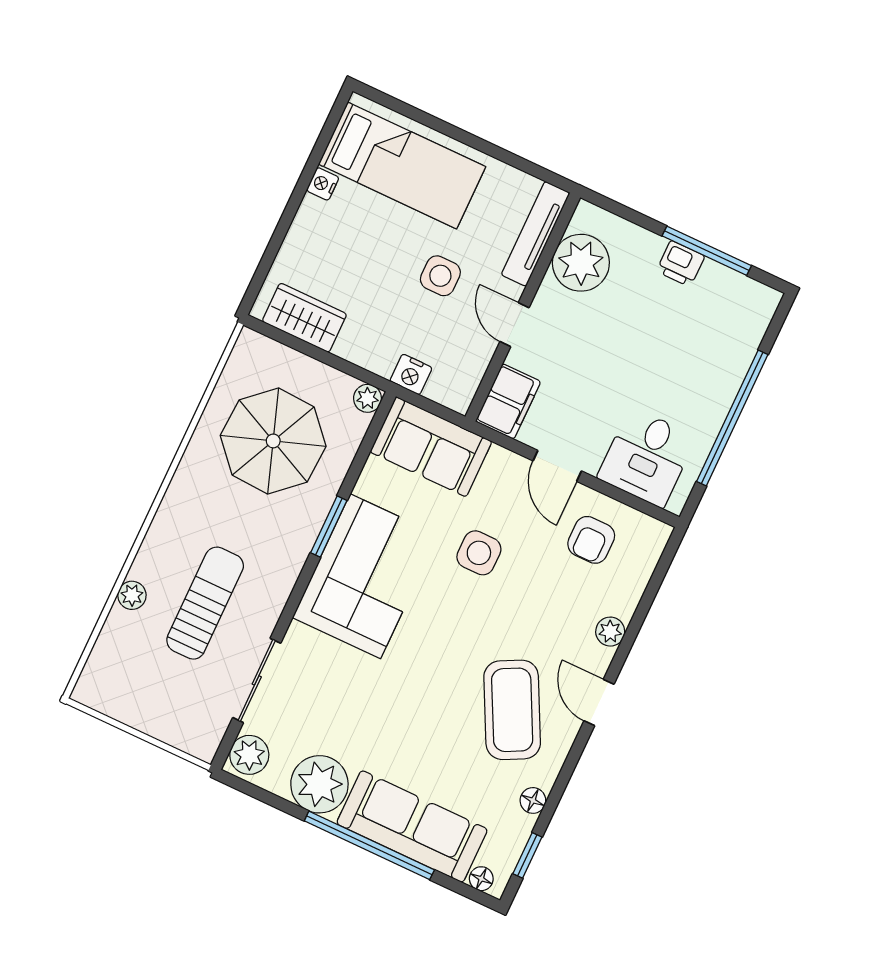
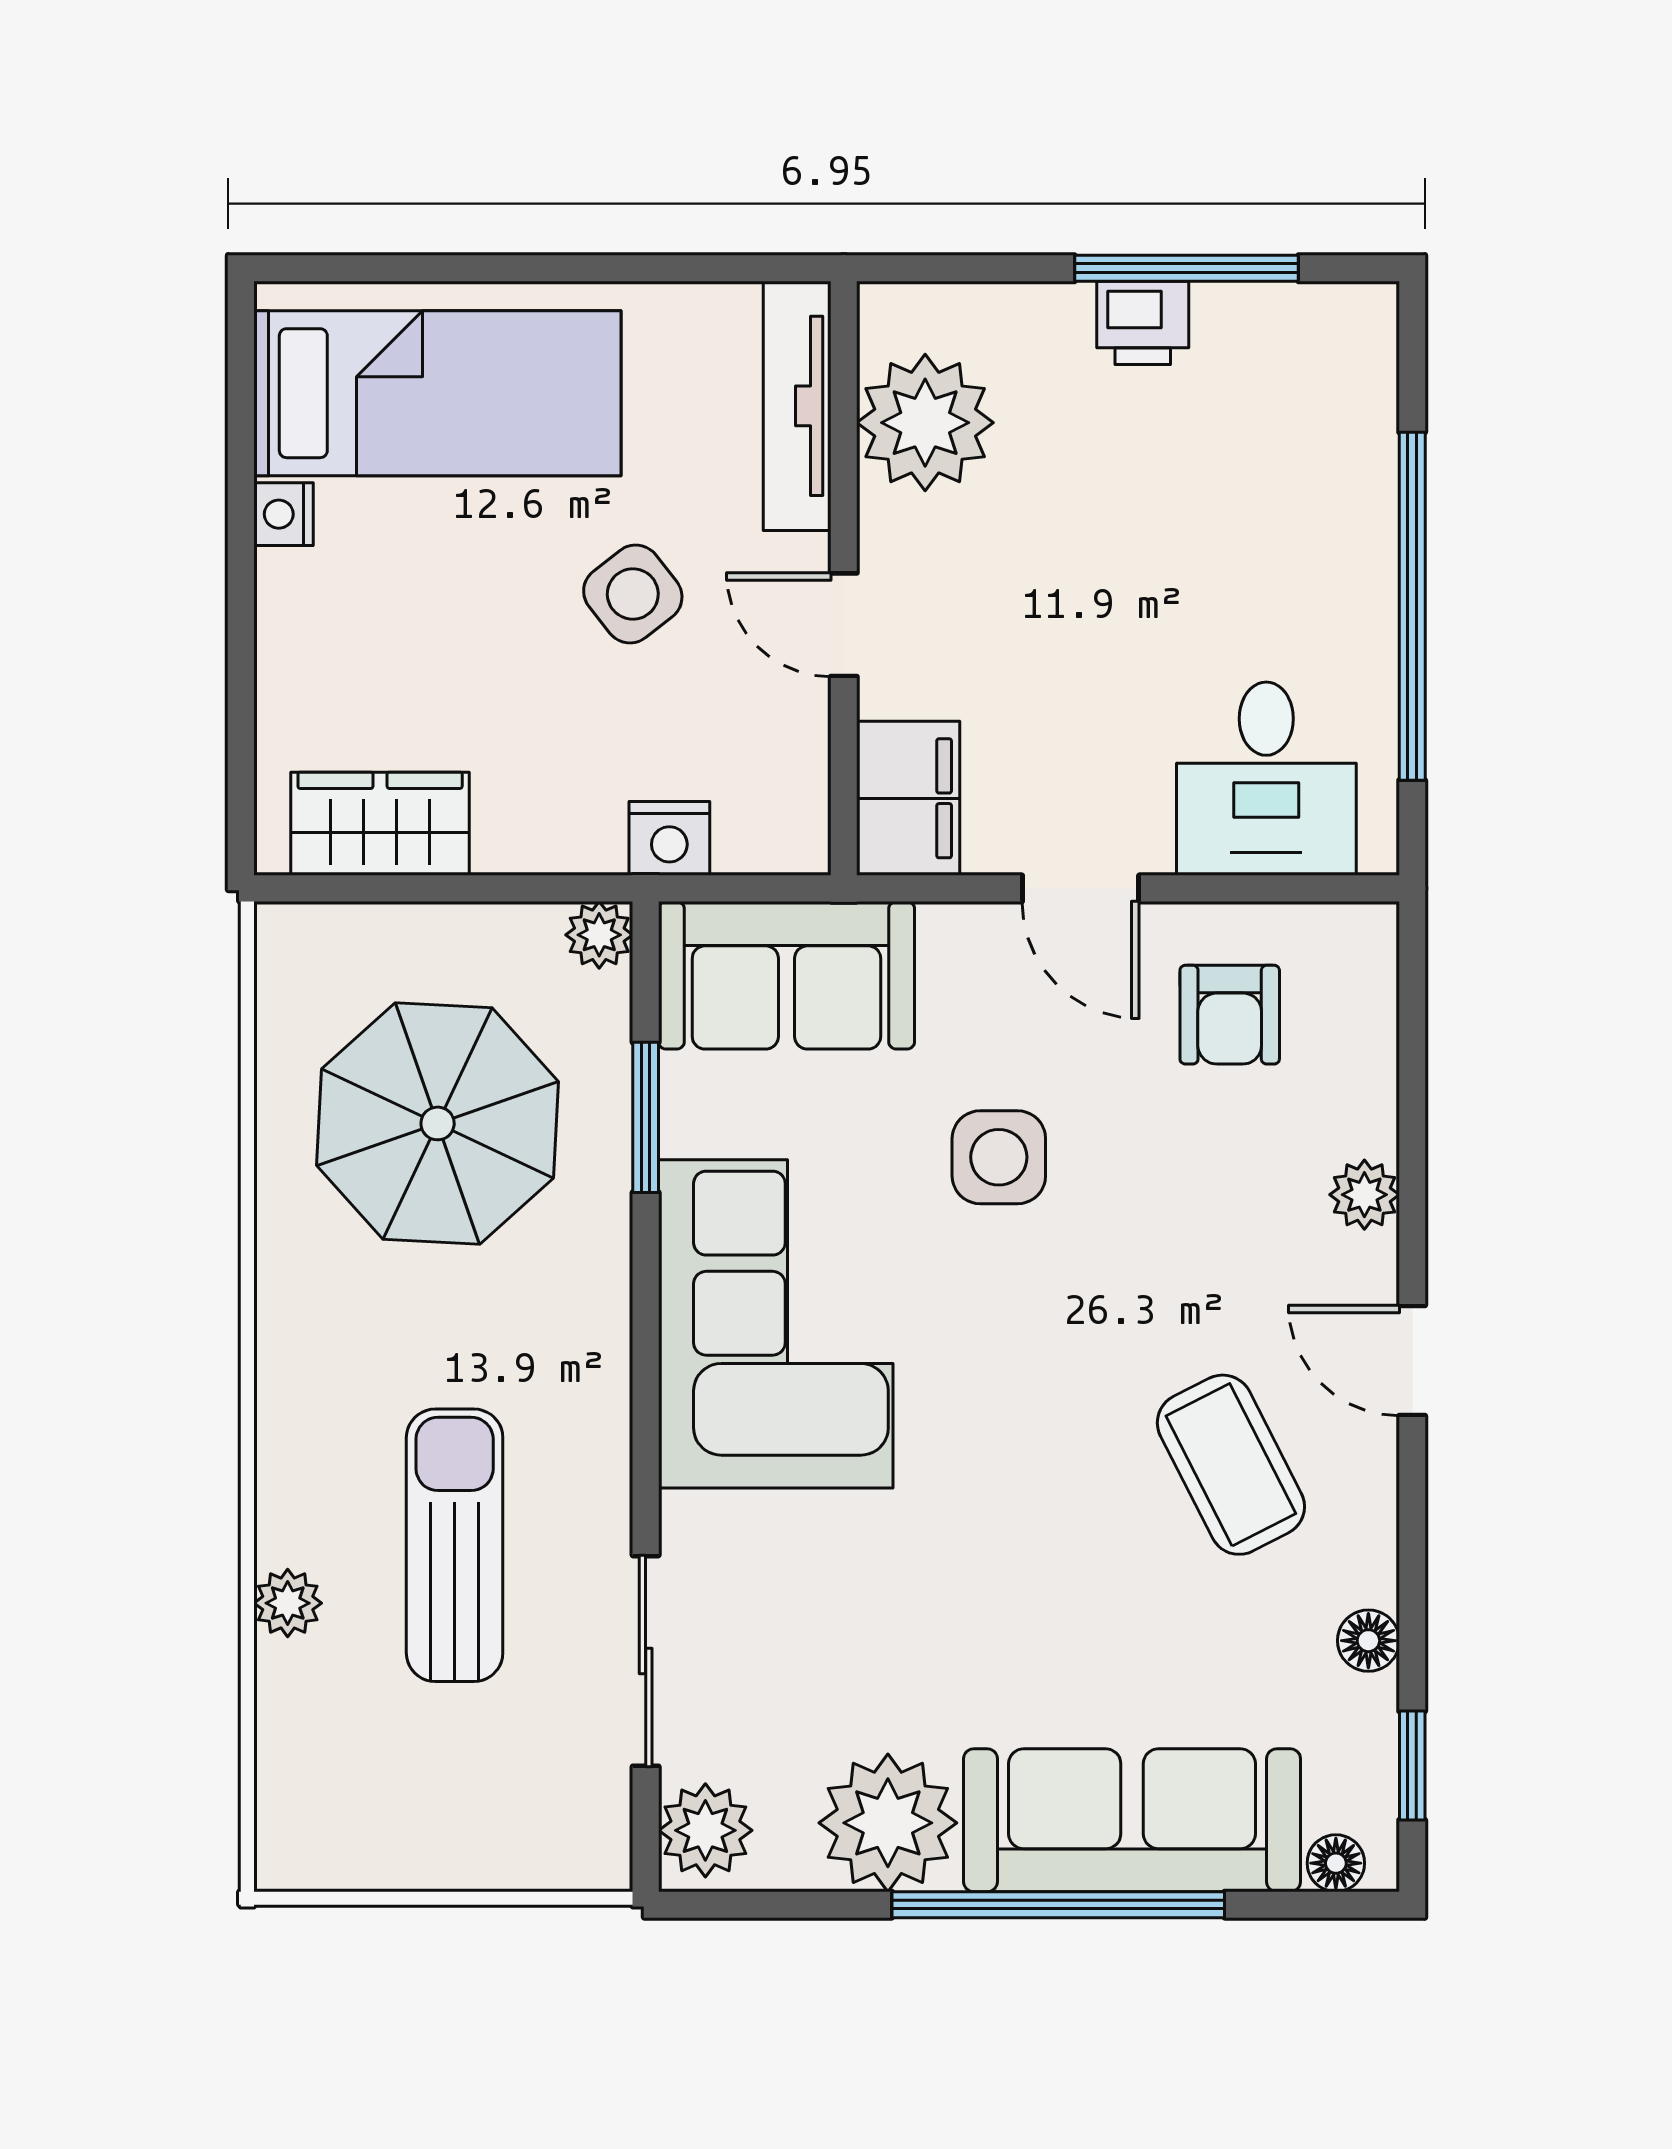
side table: (440, 276) -> (633, 594), turned -38
window: (329, 527) -> (646, 1117), moved
coffee table: (512, 710) -> (1231, 1465), width x0.73, depth x0.76

